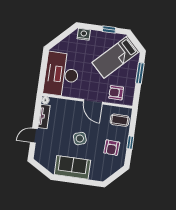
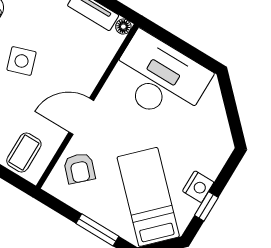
nightstand: (84, 34) -> (198, 187), moved
armchair: (116, 93) -> (79, 168), turned 137

